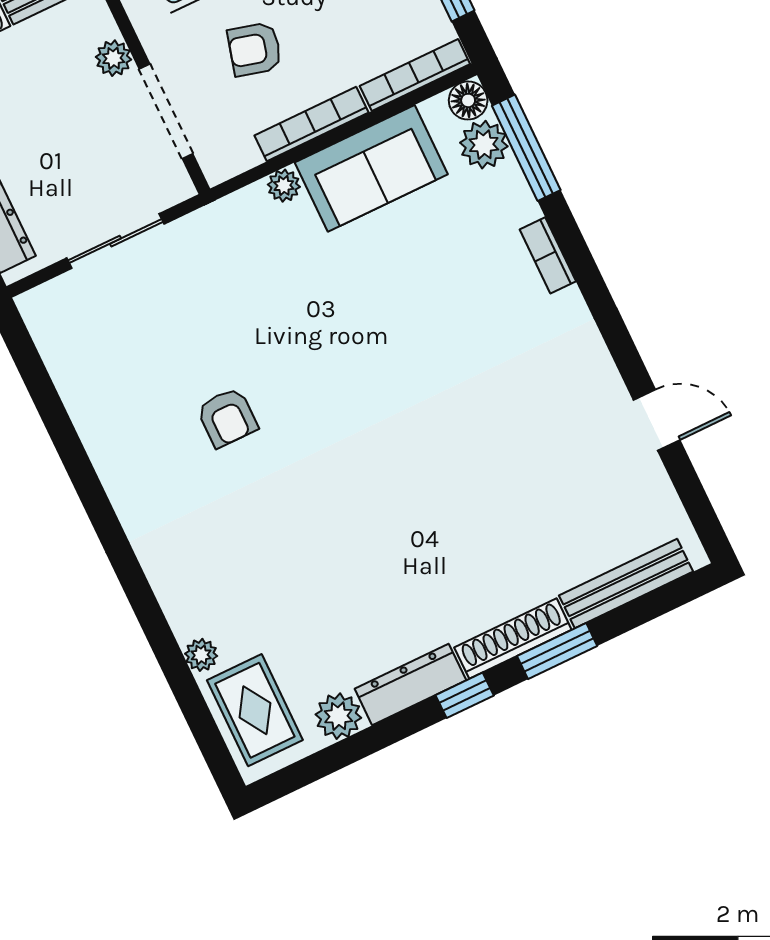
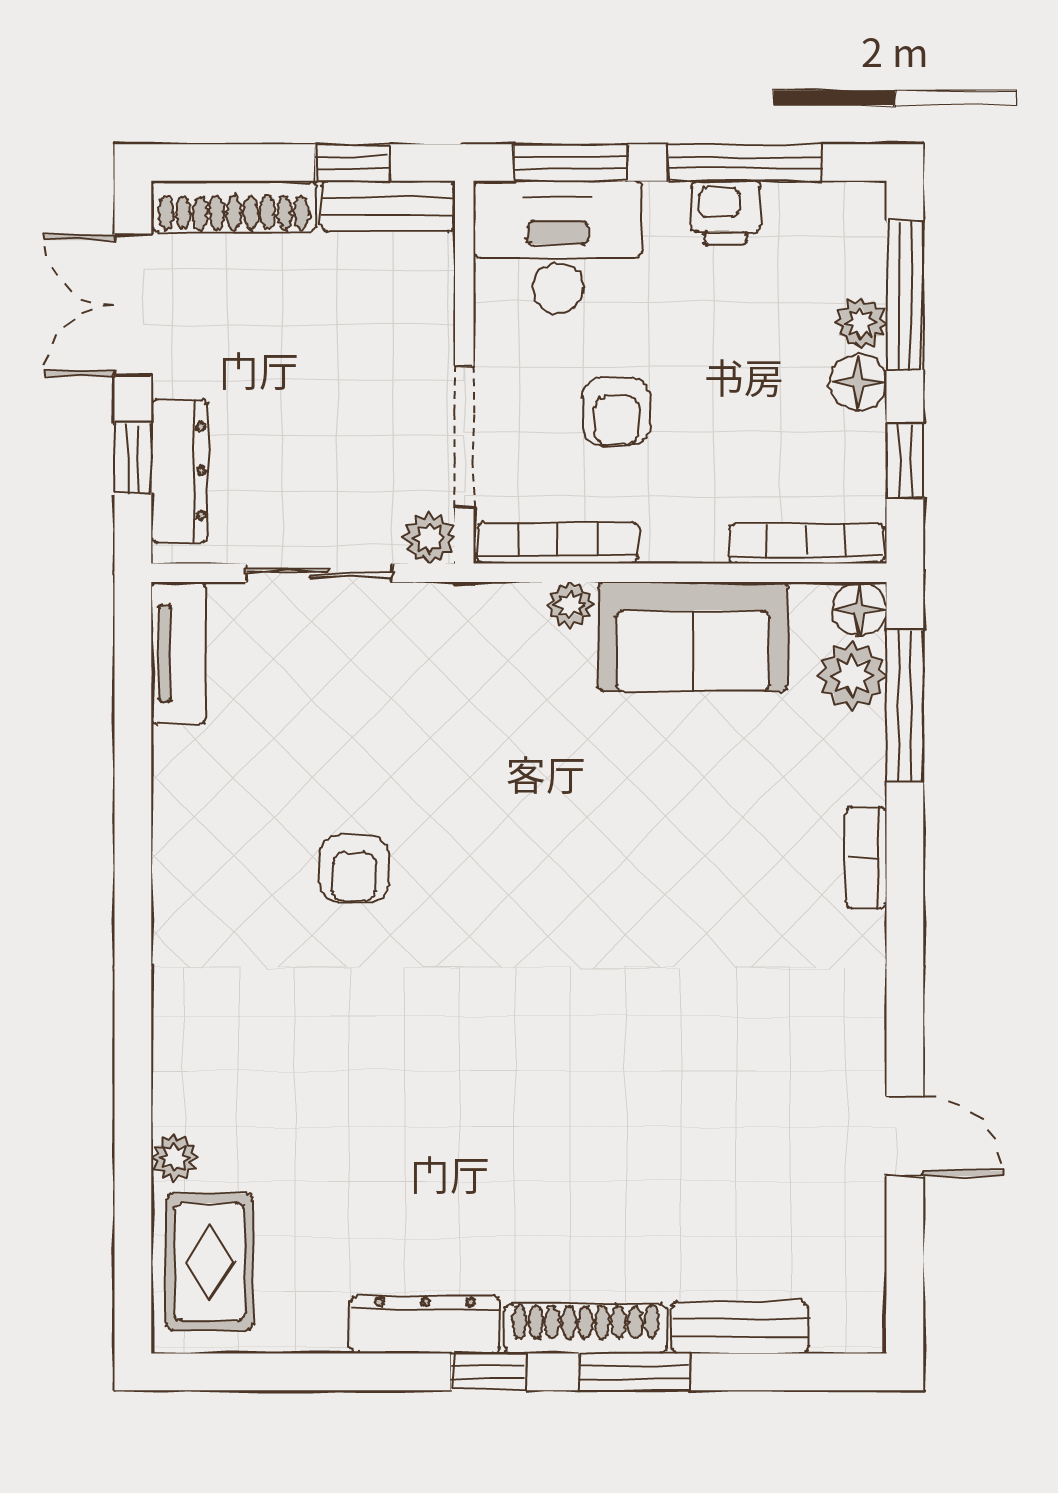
armchair: (255, 49) -> (616, 412), turned -105
plant: (114, 58) -> (429, 538), moved
bookcase: (311, 124) -> (558, 543), moved
tv unit: (51, 335) -> (178, 653), added
bench: (626, 584) -> (740, 1327), width x0.73
plant: (338, 716) -> (313, 1321), removed

